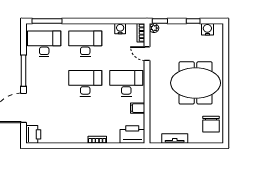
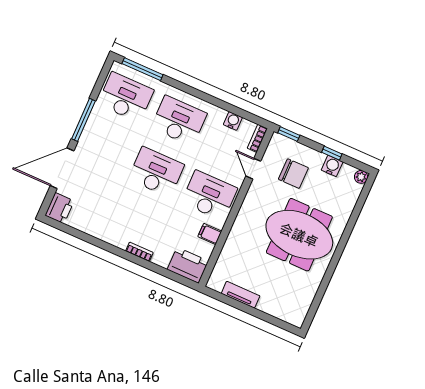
plant: (154, 28) -> (361, 177), moved
water cooler: (207, 29) -> (332, 166), moved
chair: (211, 124) -> (293, 174), moved, turned -90

